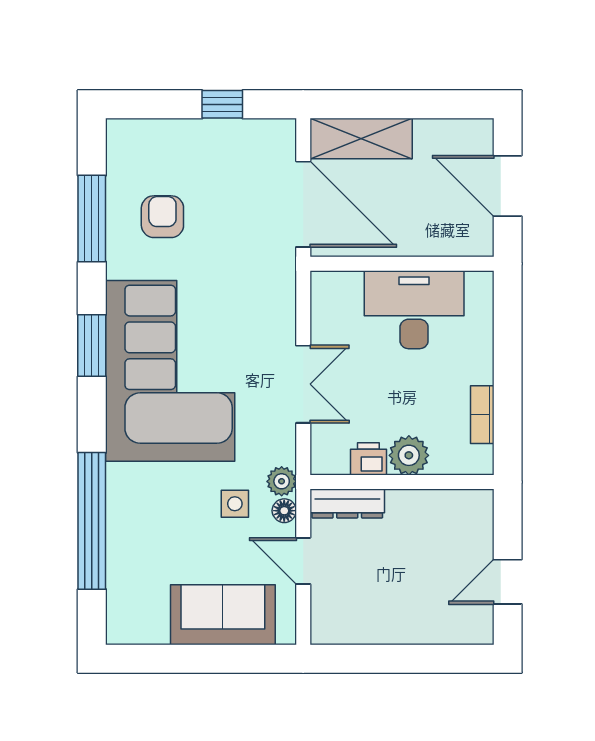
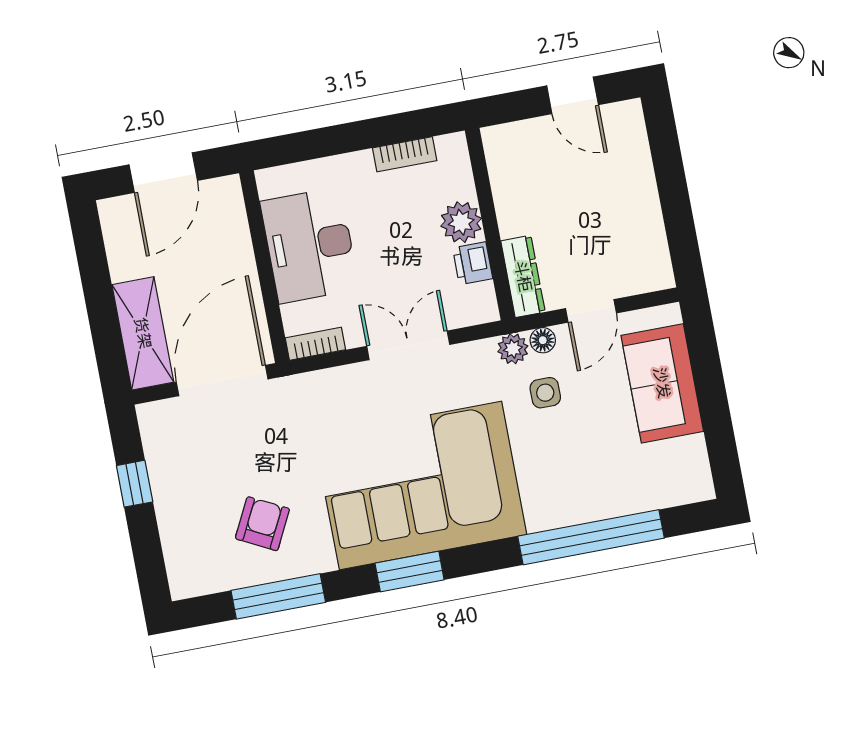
armchair: (162, 217) -> (262, 524), turned 117
bookcase: (321, 298) -> (315, 344), added

